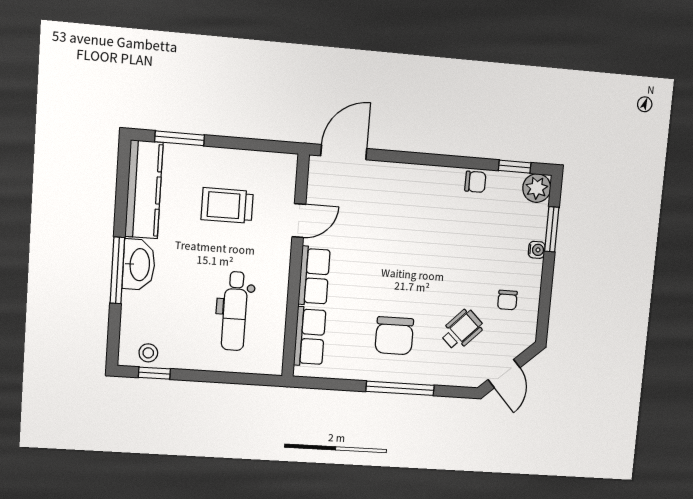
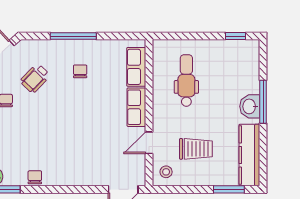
chair: (475, 182) -> (35, 177), turned 90
washbasin: (139, 265) -> (250, 106), width x0.72
chair: (394, 336) -> (80, 71), width x0.54, depth x0.54
stool: (148, 353) -> (166, 172), moved

